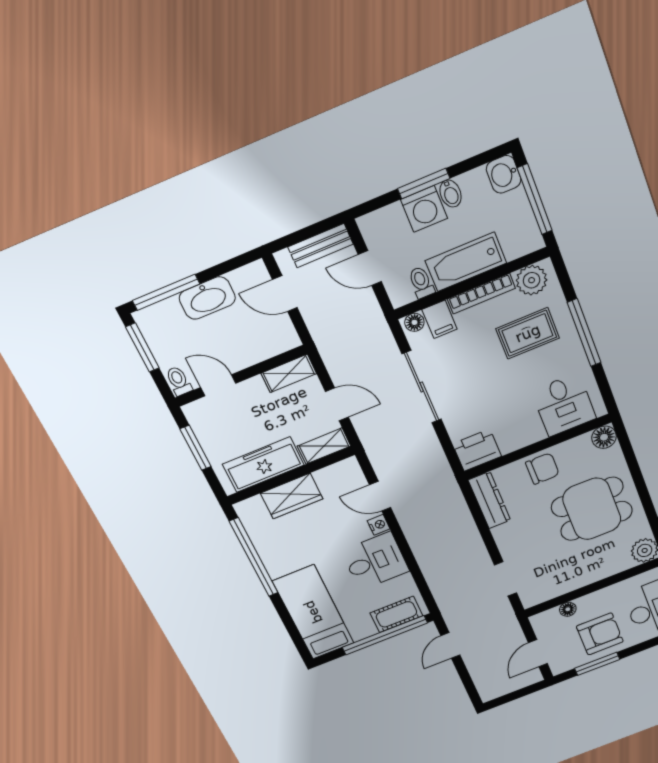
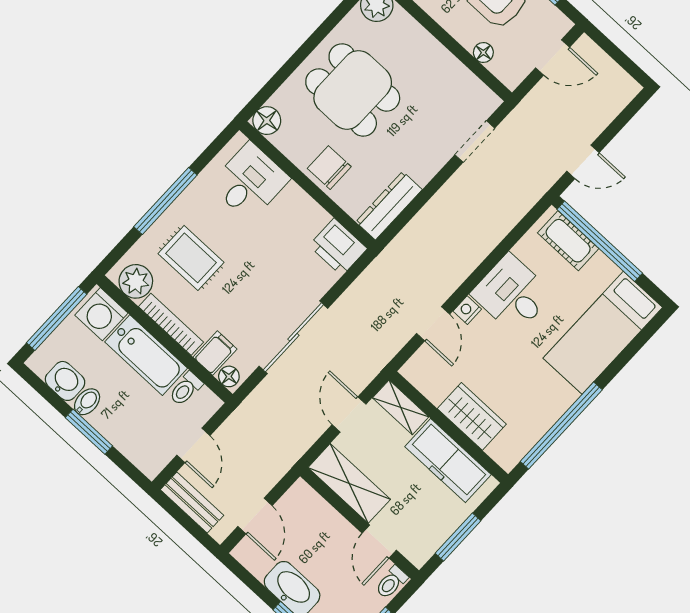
washbasin: (504, 174) -> (65, 381), moved, turned -90
washing machine: (424, 209) -> (101, 314), moved, turned 180
shelving: (289, 373) -> (349, 483), width x1.50, depth x1.33

